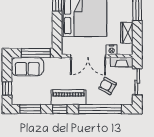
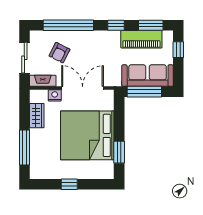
sofa: (27, 67) -> (148, 76), width x1.36
armchair: (108, 86) -> (59, 53), turned 89
piano: (69, 97) -> (141, 39), moved

